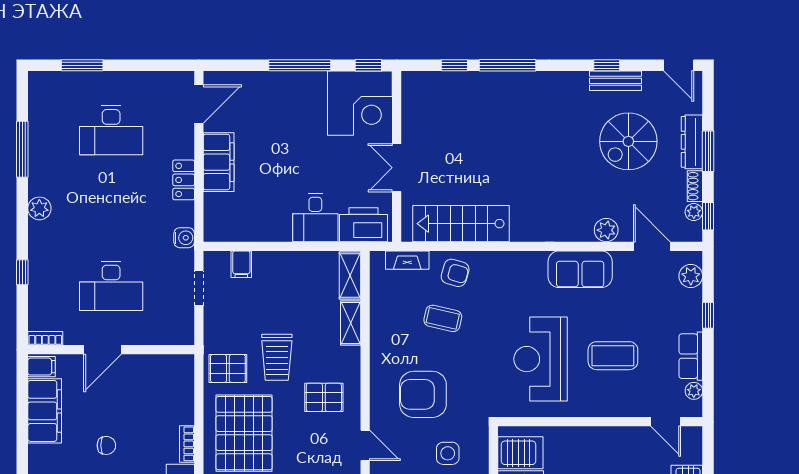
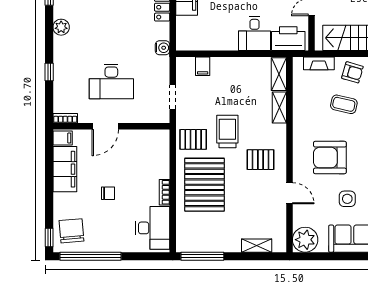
doorway: (199, 288) -> (173, 97), moved
trolley: (277, 357) -> (227, 131), turned 180

